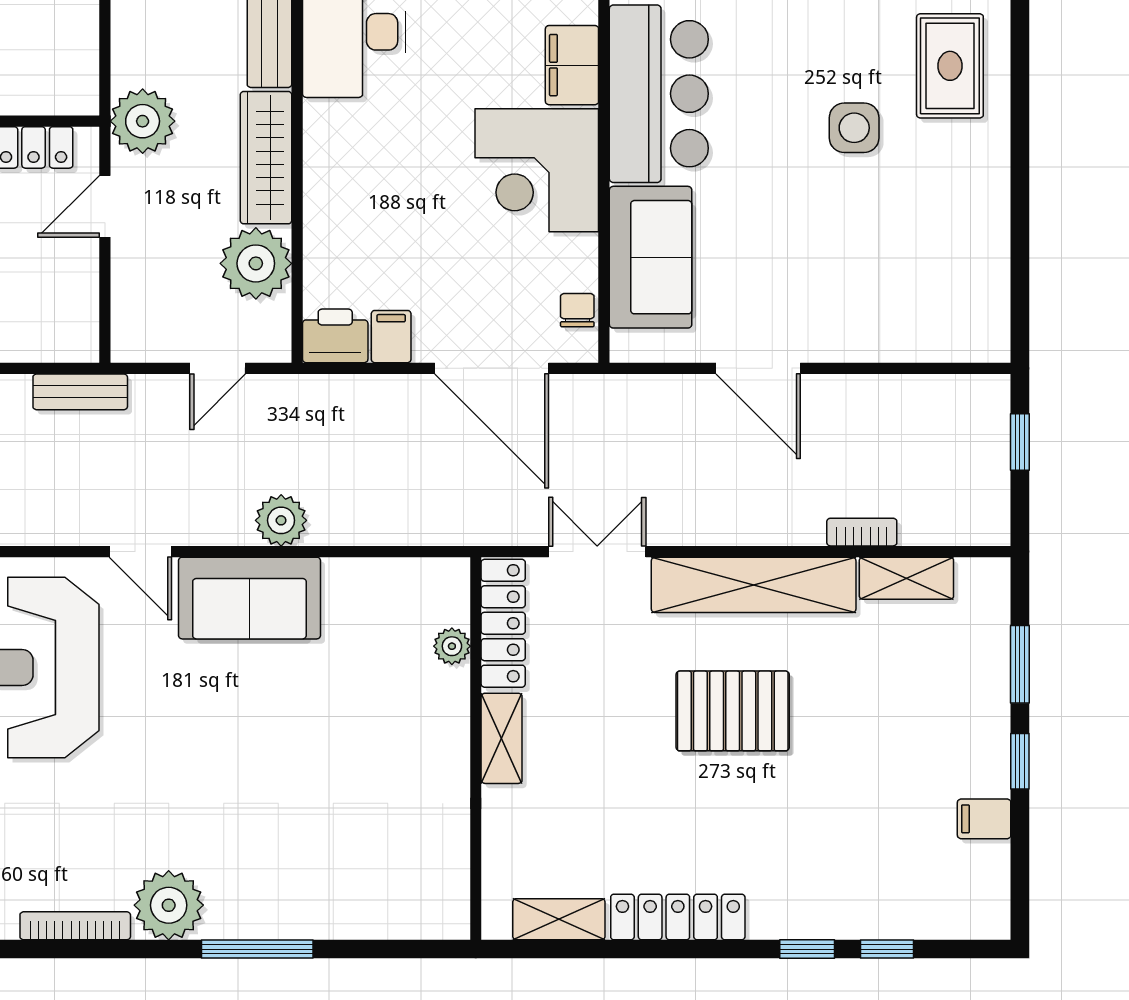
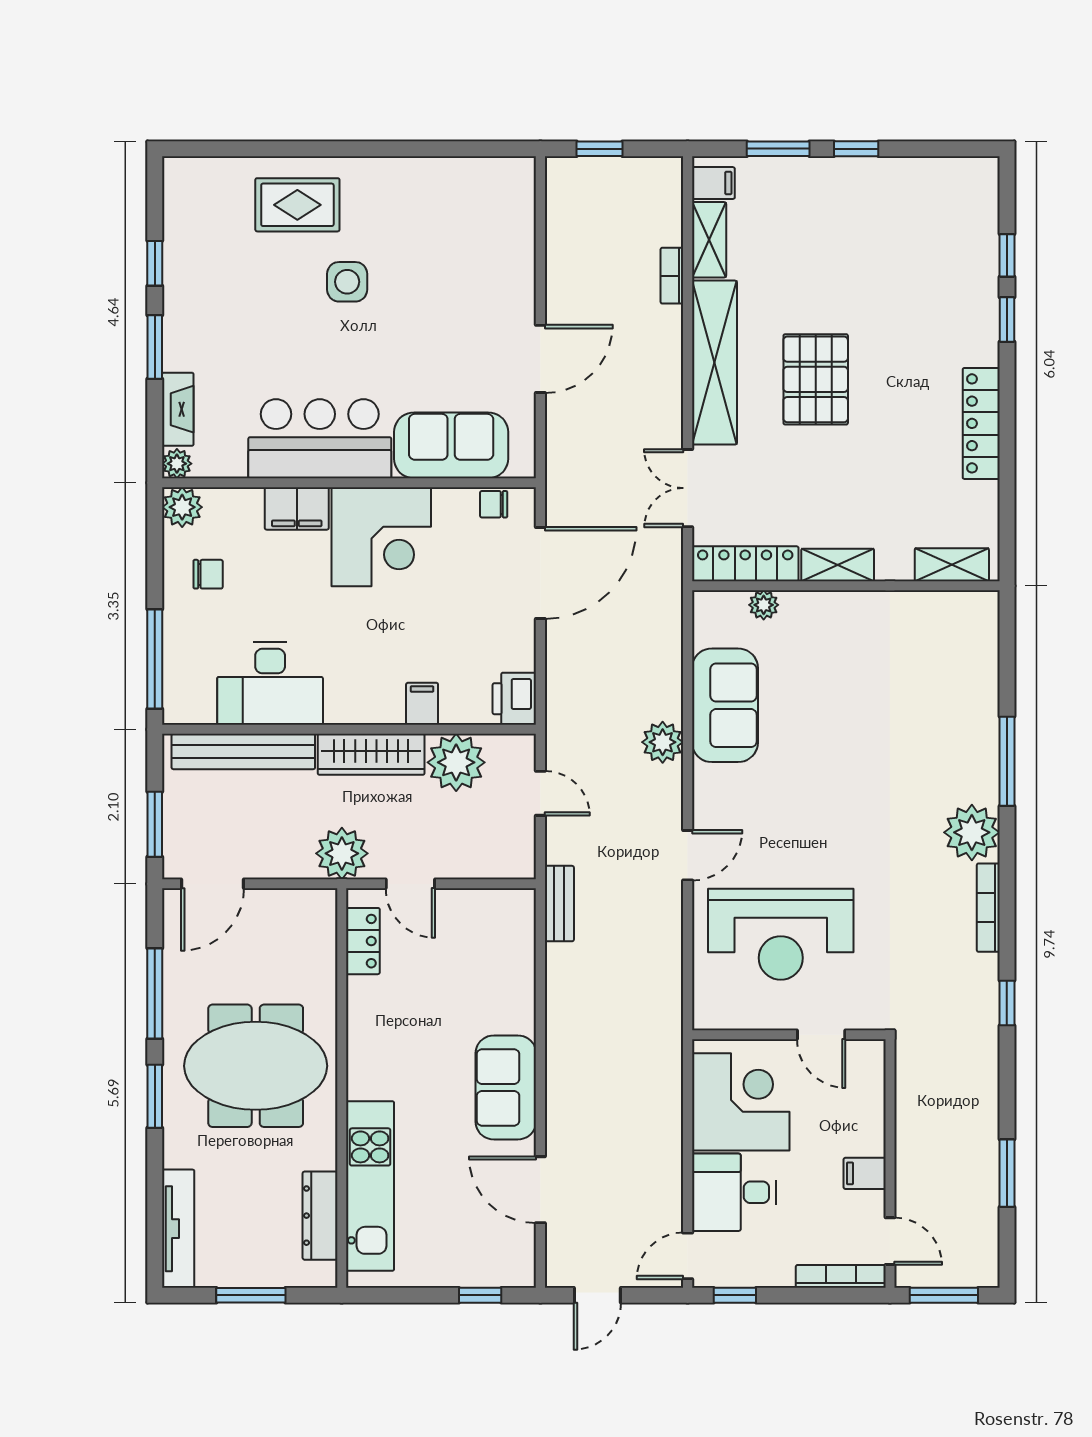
filing cabinet: (391, 337) -> (422, 704), moved, turned 90
sofa: (249, 598) -> (725, 705), moved
filing cabinet: (984, 819) -> (713, 183), moved, turned -90
shelving: (559, 919) -> (952, 565), moved, turned 90

